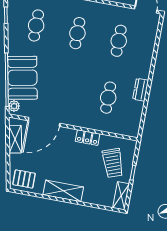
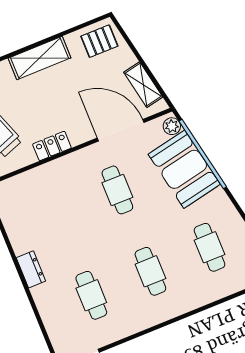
dresser: (141, 90) -> (31, 269), moved
cafe table: (108, 98) -> (117, 190), moved
door: (44, 122) -> (121, 130), hinge flipped

